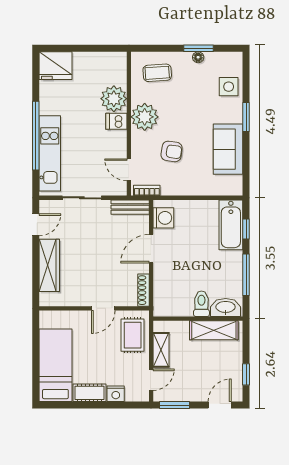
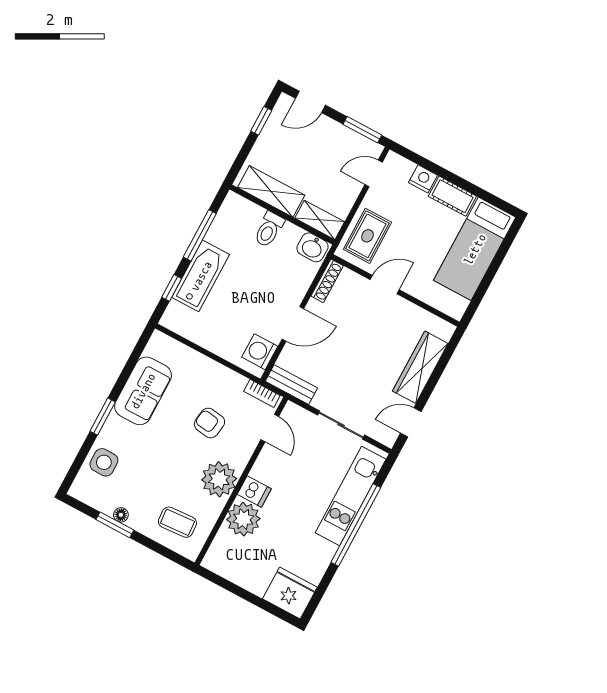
bathtub: (231, 225) -> (201, 276), moved
washbasin: (226, 307) -> (312, 247), moved, width x0.72
shelving: (161, 350) -> (320, 220), moved, turned 90

